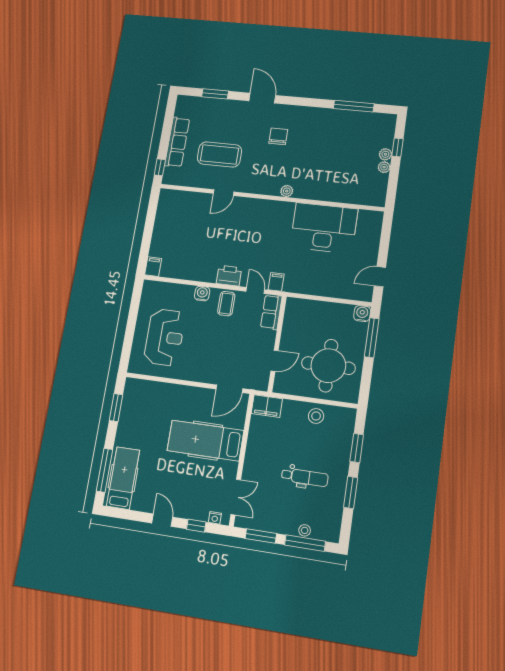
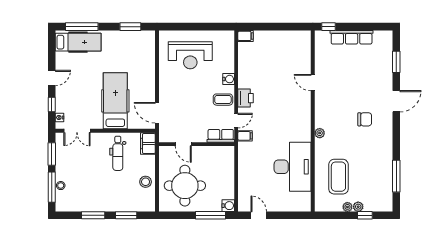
coffee table: (219, 154) -> (338, 177), moved
dental chair: (305, 477) -> (118, 153), moved

